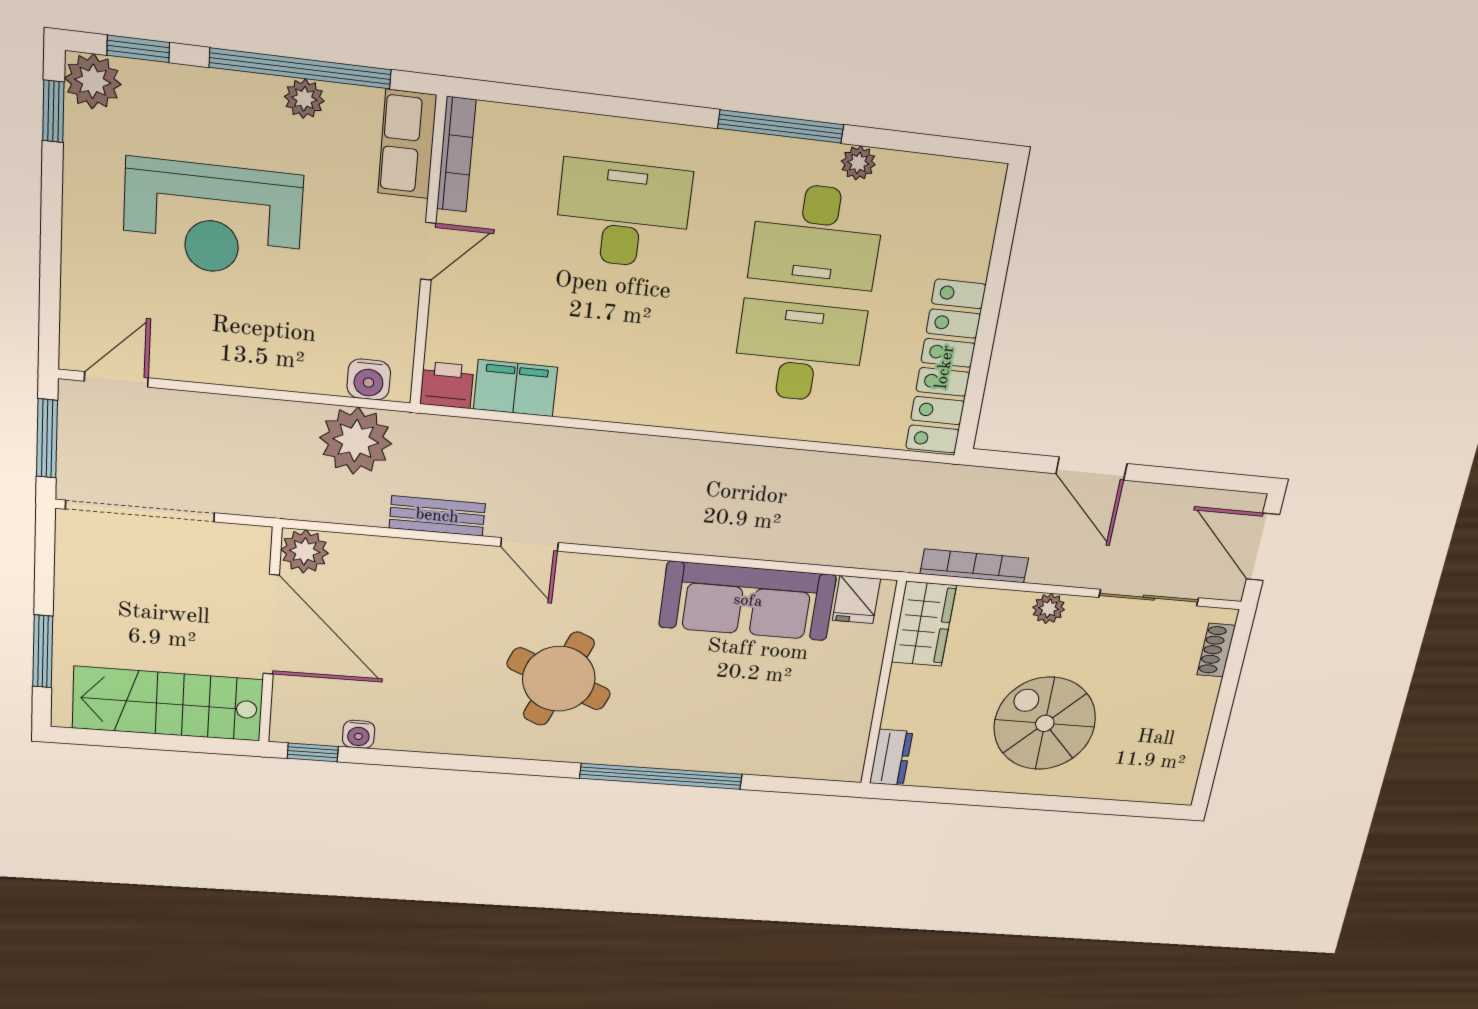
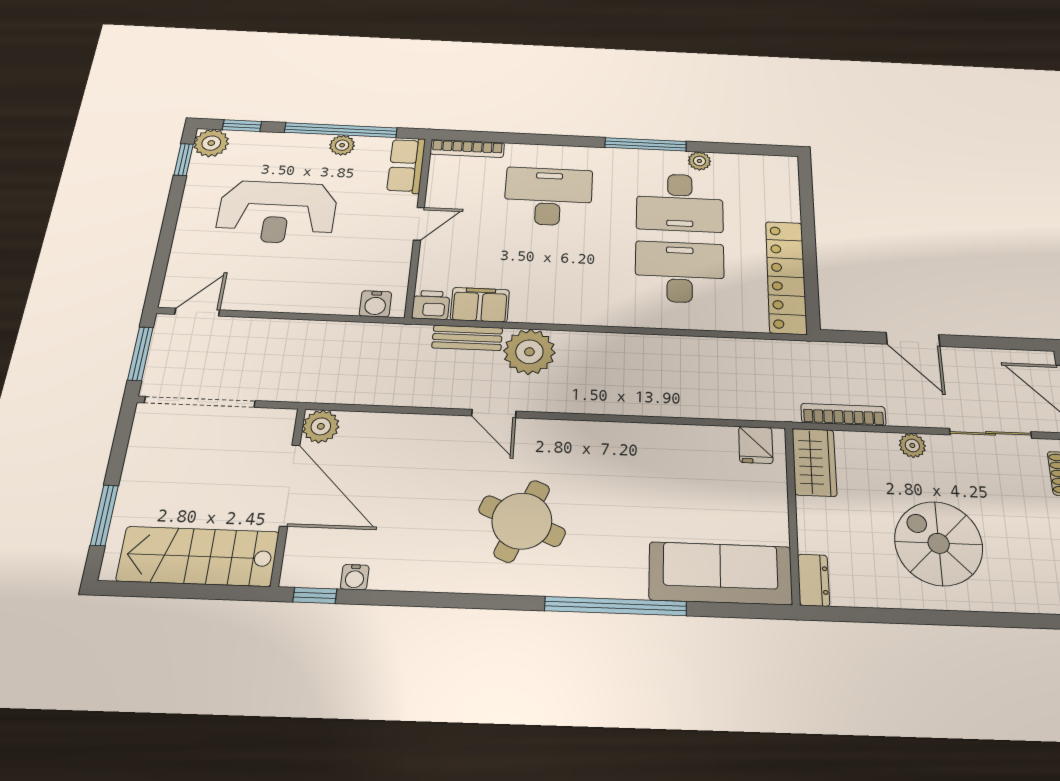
bookcase: (456, 154) -> (467, 148), moved, turned 90
plant: (356, 441) -> (529, 352), moved
bench: (437, 516) -> (467, 338), moved
sofa: (748, 601) -> (720, 573), moved, turned 180

